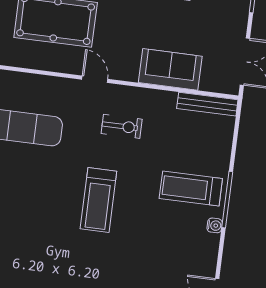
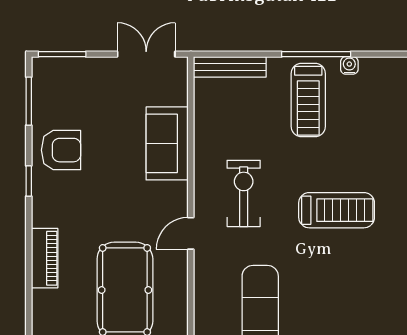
bench: (207, 104) -> (230, 67), moved, turned 90
exercise bike: (122, 126) -> (244, 193), width x1.38, depth x1.39

